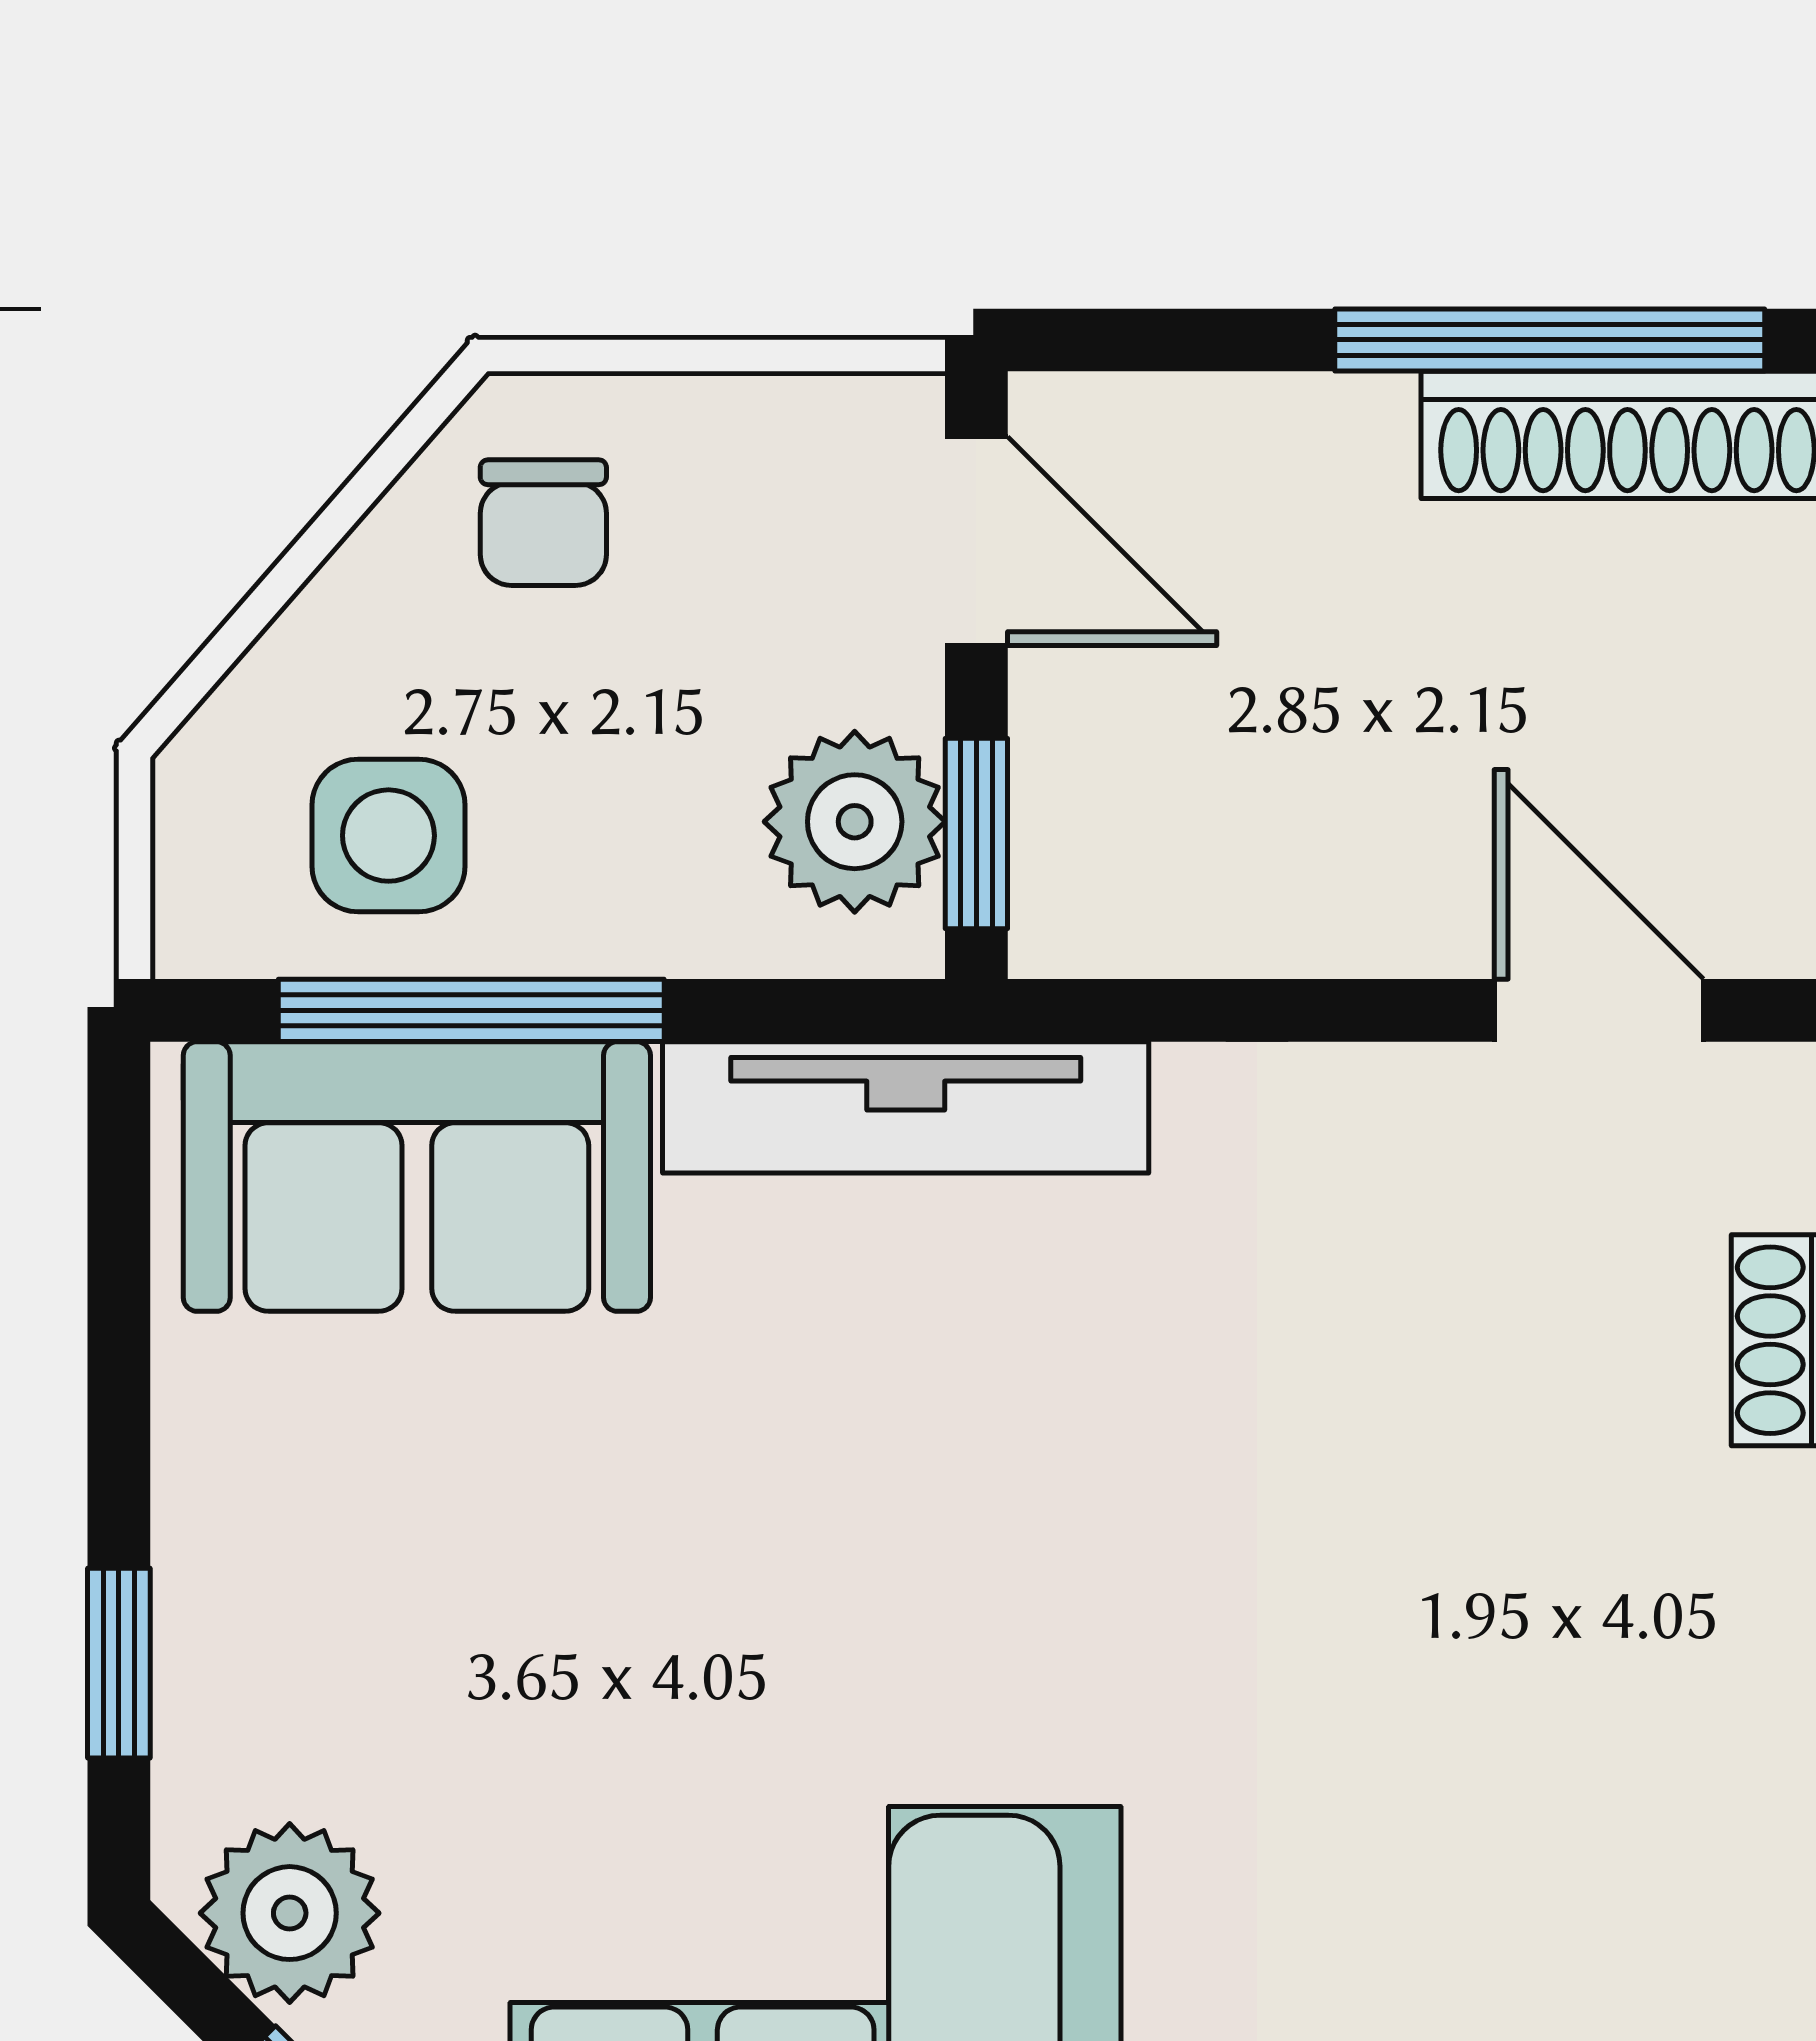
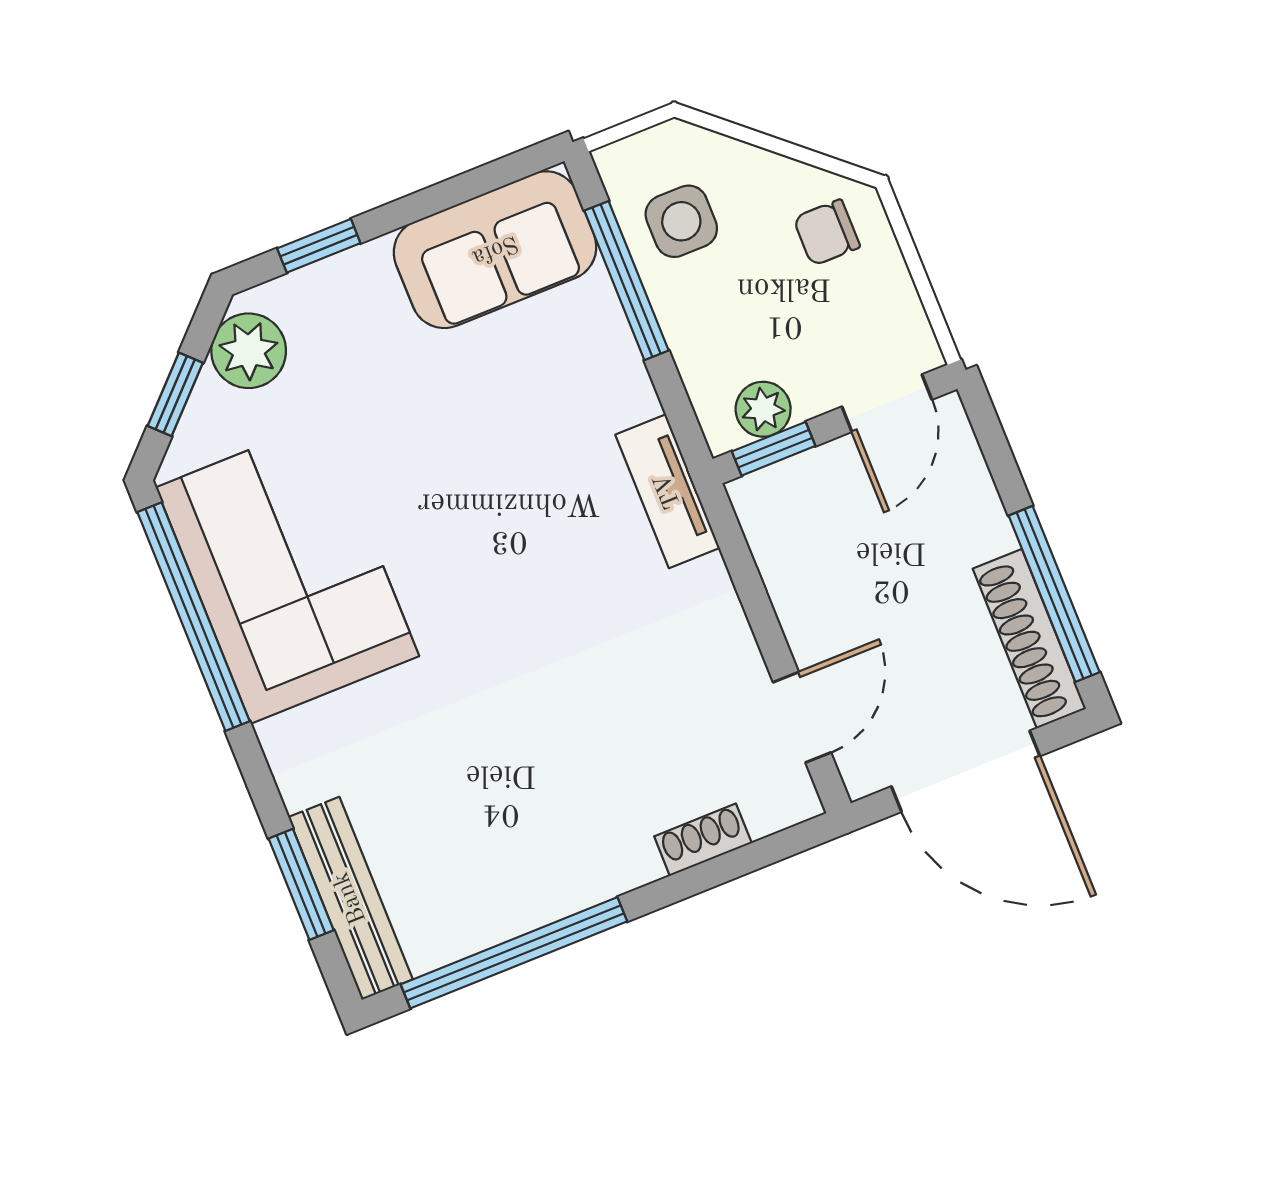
plant: (855, 822) -> (763, 409), width x0.73, depth x0.73
tv unit: (906, 1107) -> (668, 491), width x0.71
sofa: (417, 1177) -> (495, 250), moved, turned -90

